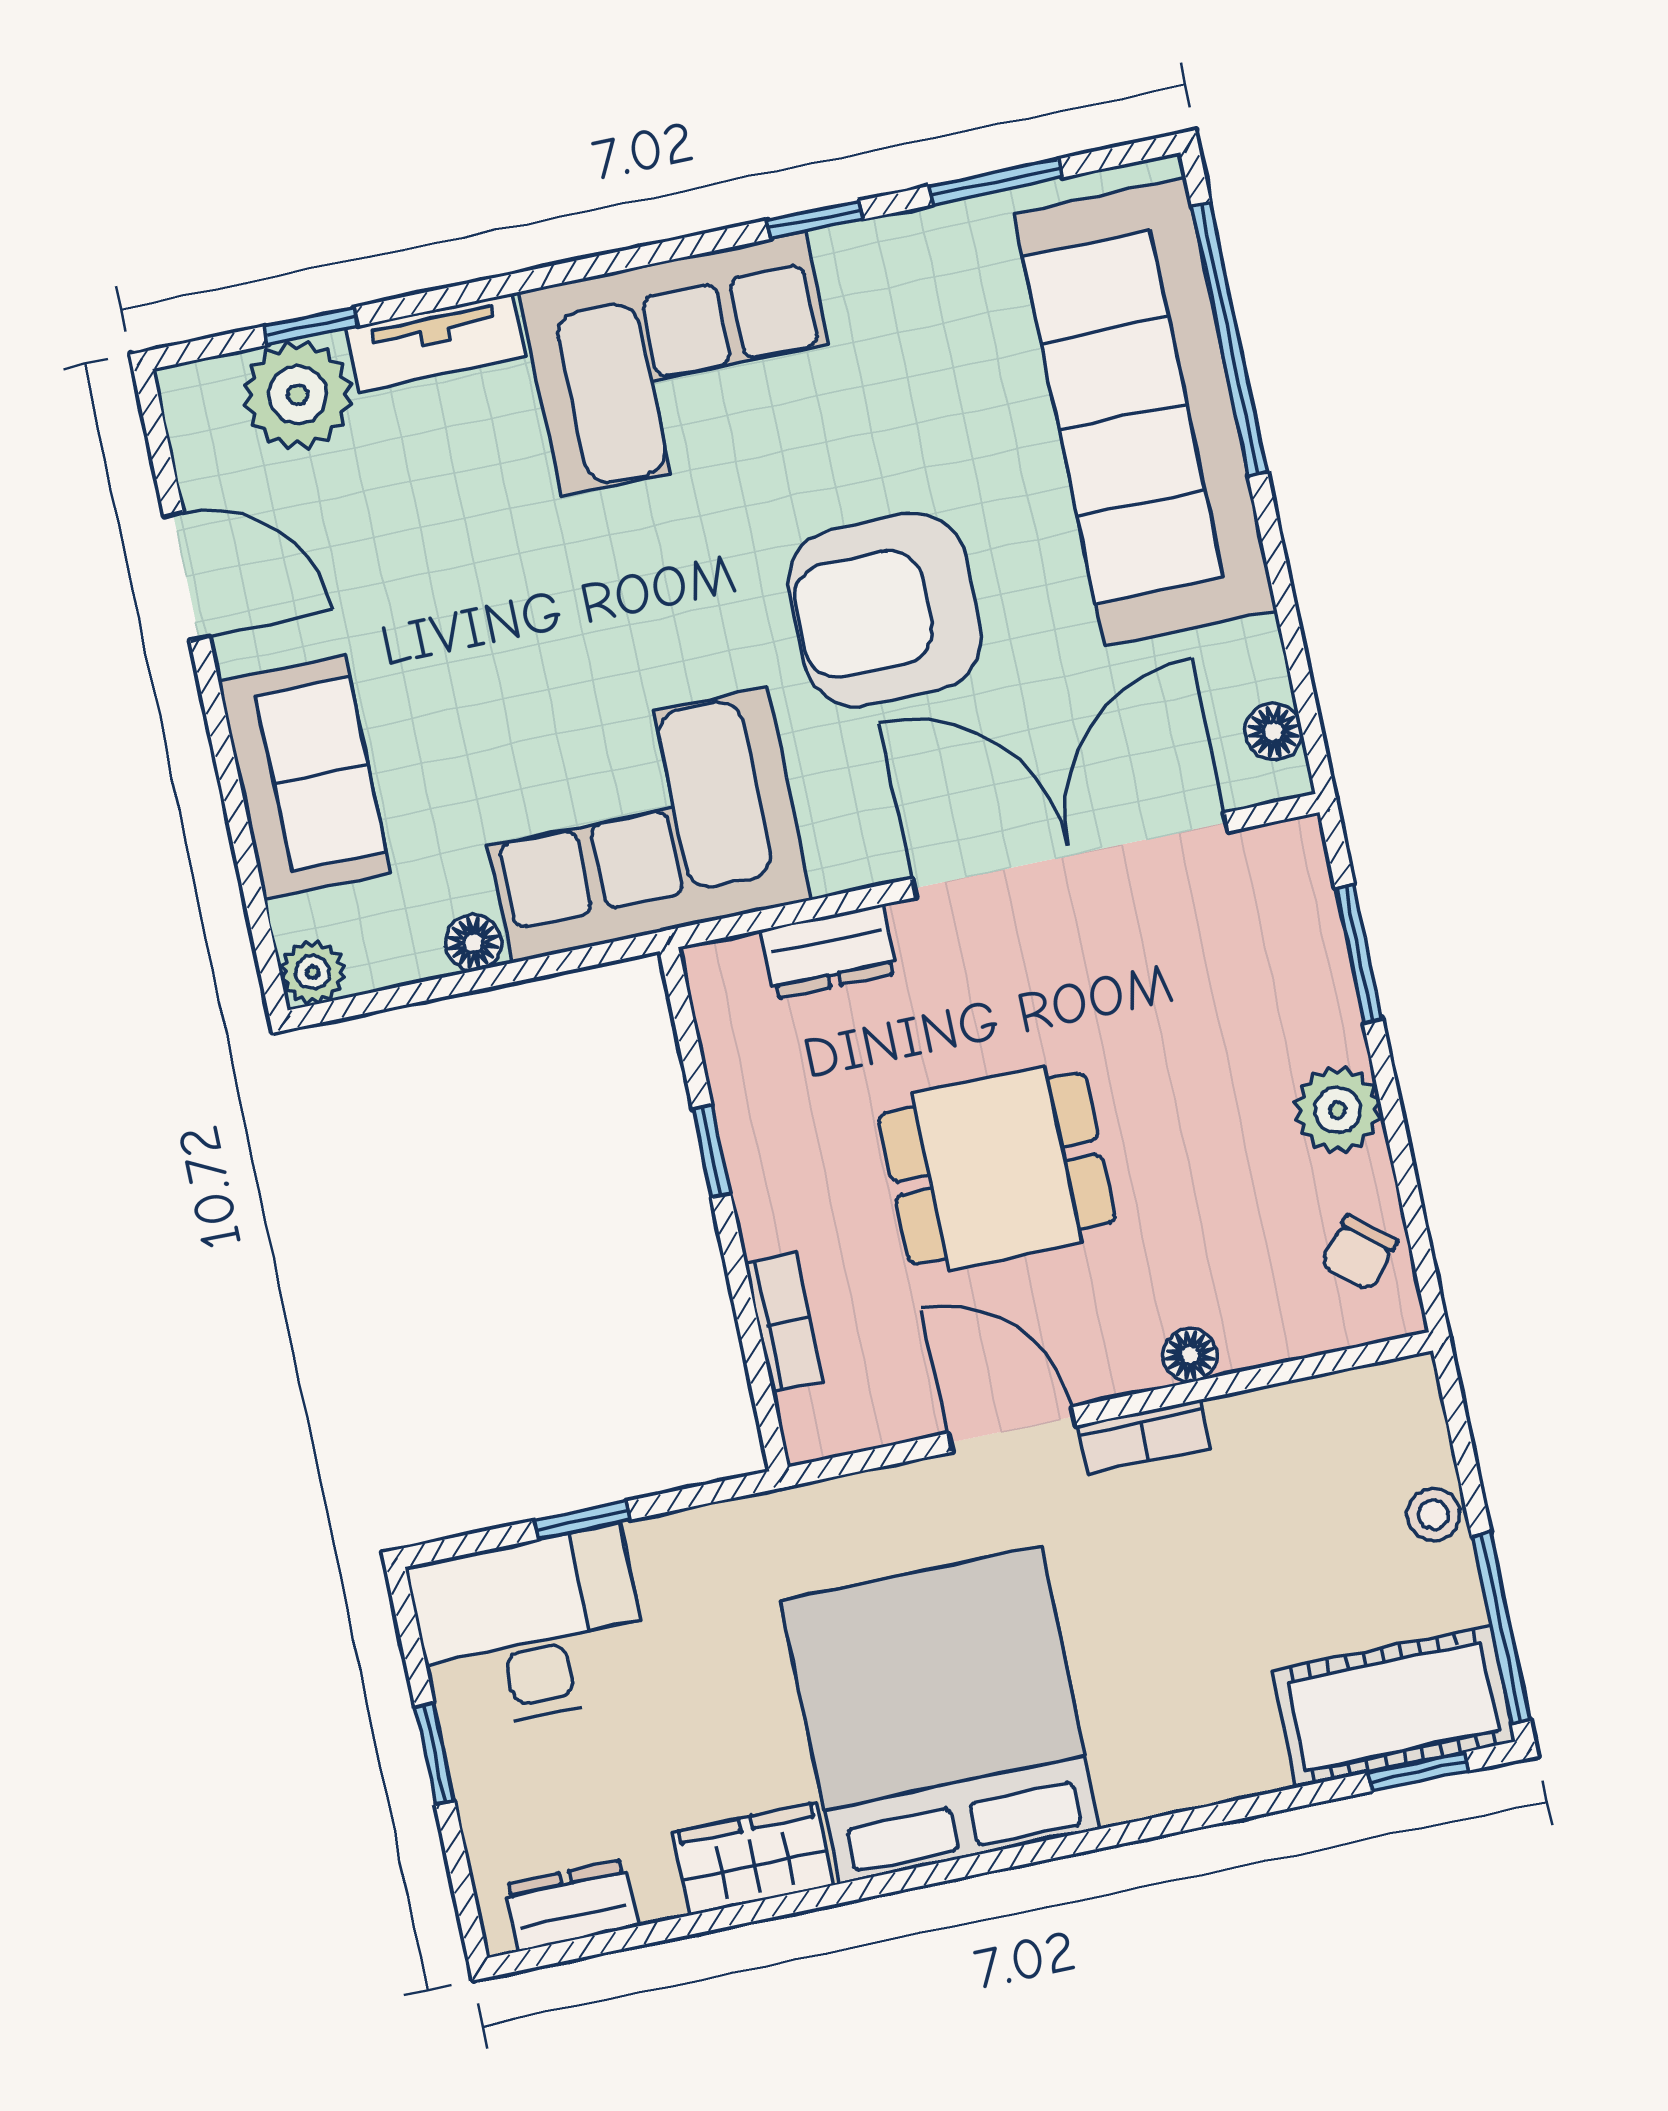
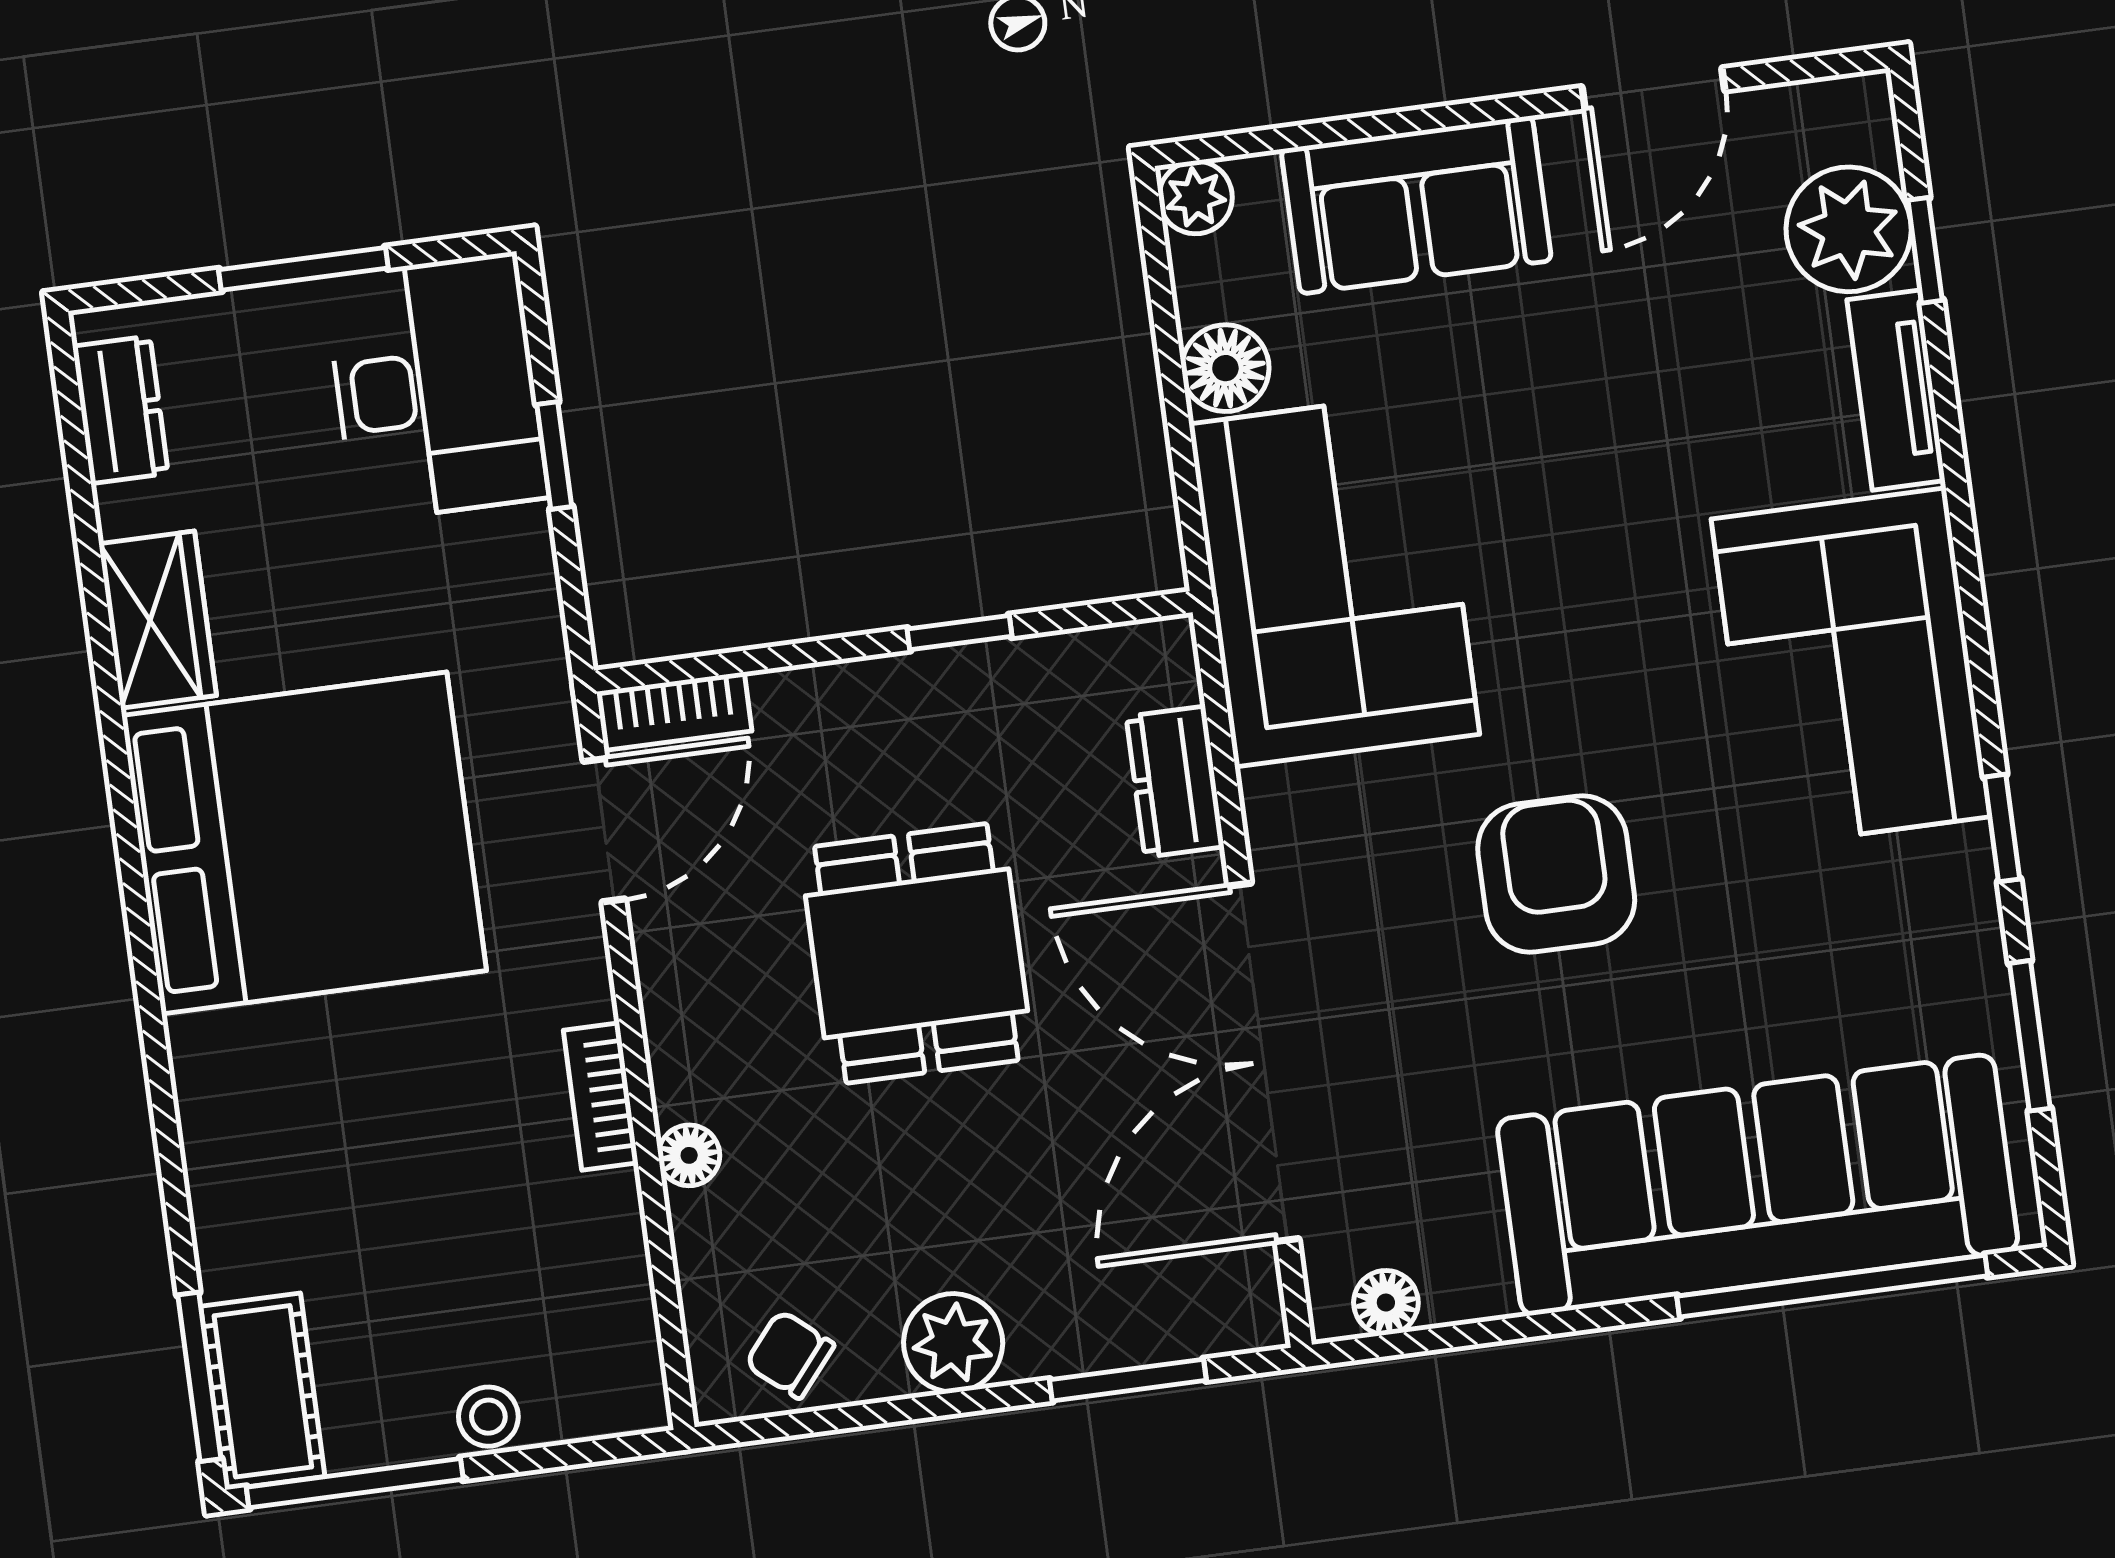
armchair: (885, 610) -> (1556, 874), width x0.73, depth x0.73
double door: (1070, 855) -> (1264, 1062), swing flipped
floor lamp: (473, 943) -> (1225, 368), width x1.37, depth x1.37
bookcase: (784, 1322) -> (674, 711), moved
door: (1012, 1430) -> (604, 830), moved
cot: (1393, 1706) -> (263, 1391), width x0.73, depth x0.75
window: (435, 1754) -> (303, 269), width x1.50
window: (1418, 1772) -> (199, 1377), width x1.50

